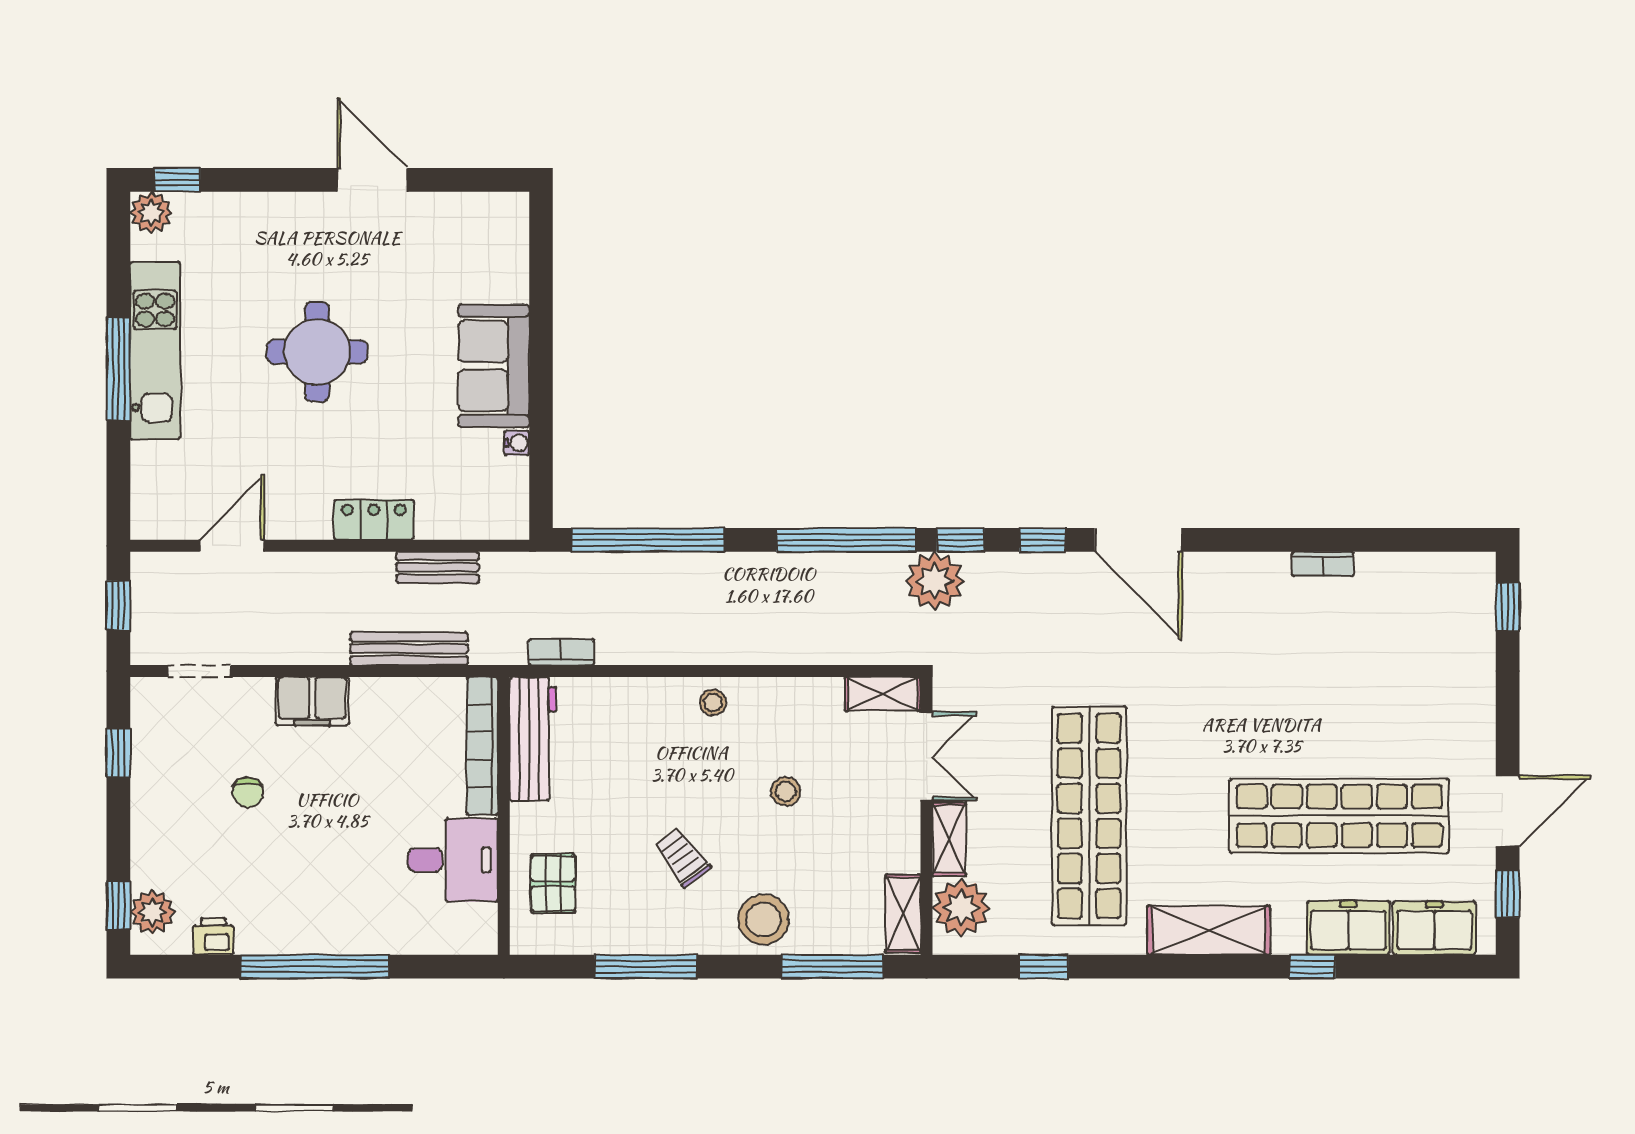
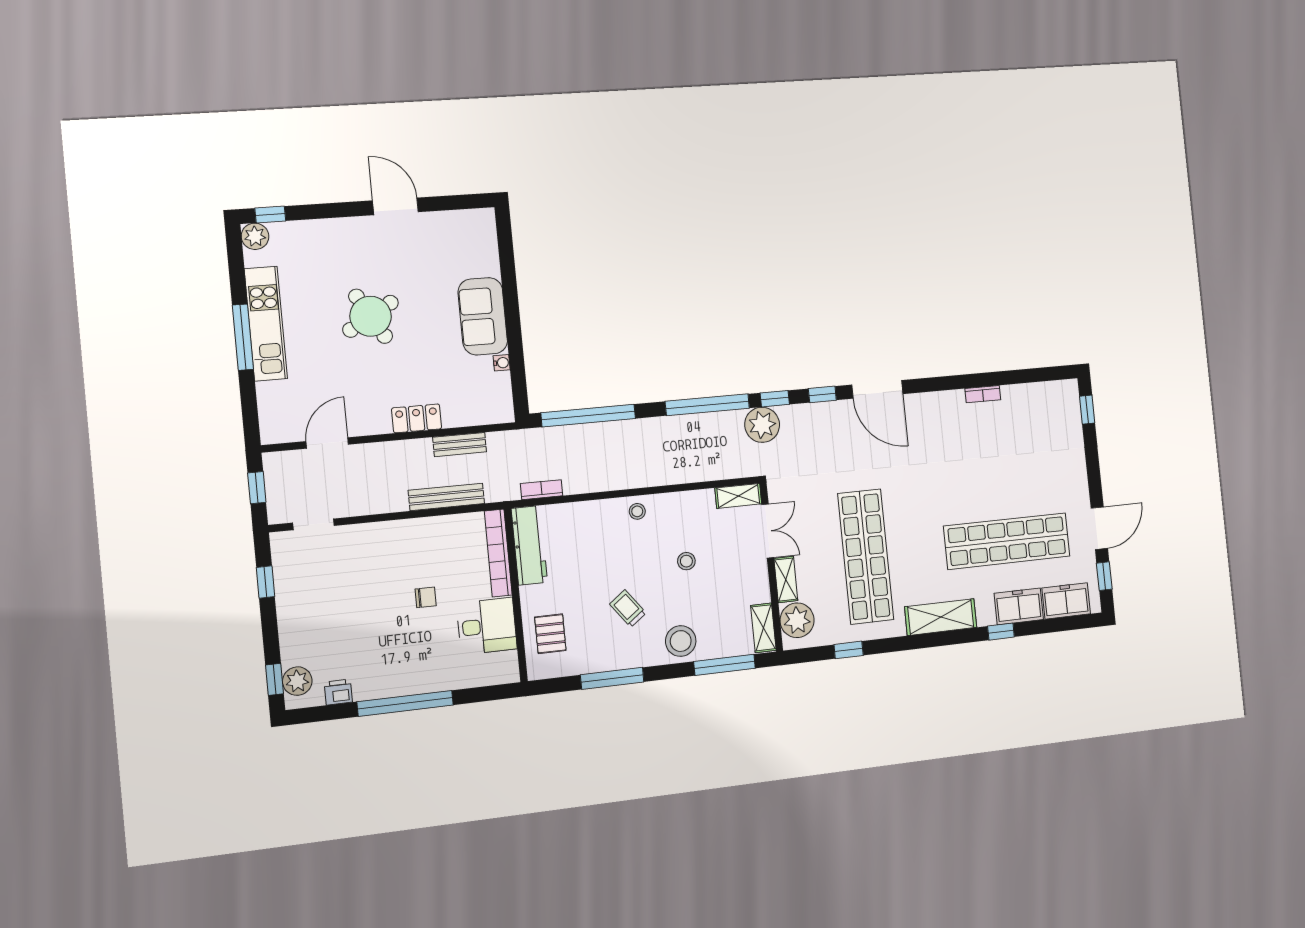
round table: (317, 352) -> (371, 316), turned -30
filing cabinet: (312, 701) -> (388, 536), removed
chair: (248, 792) -> (426, 597), moved, turned -90

